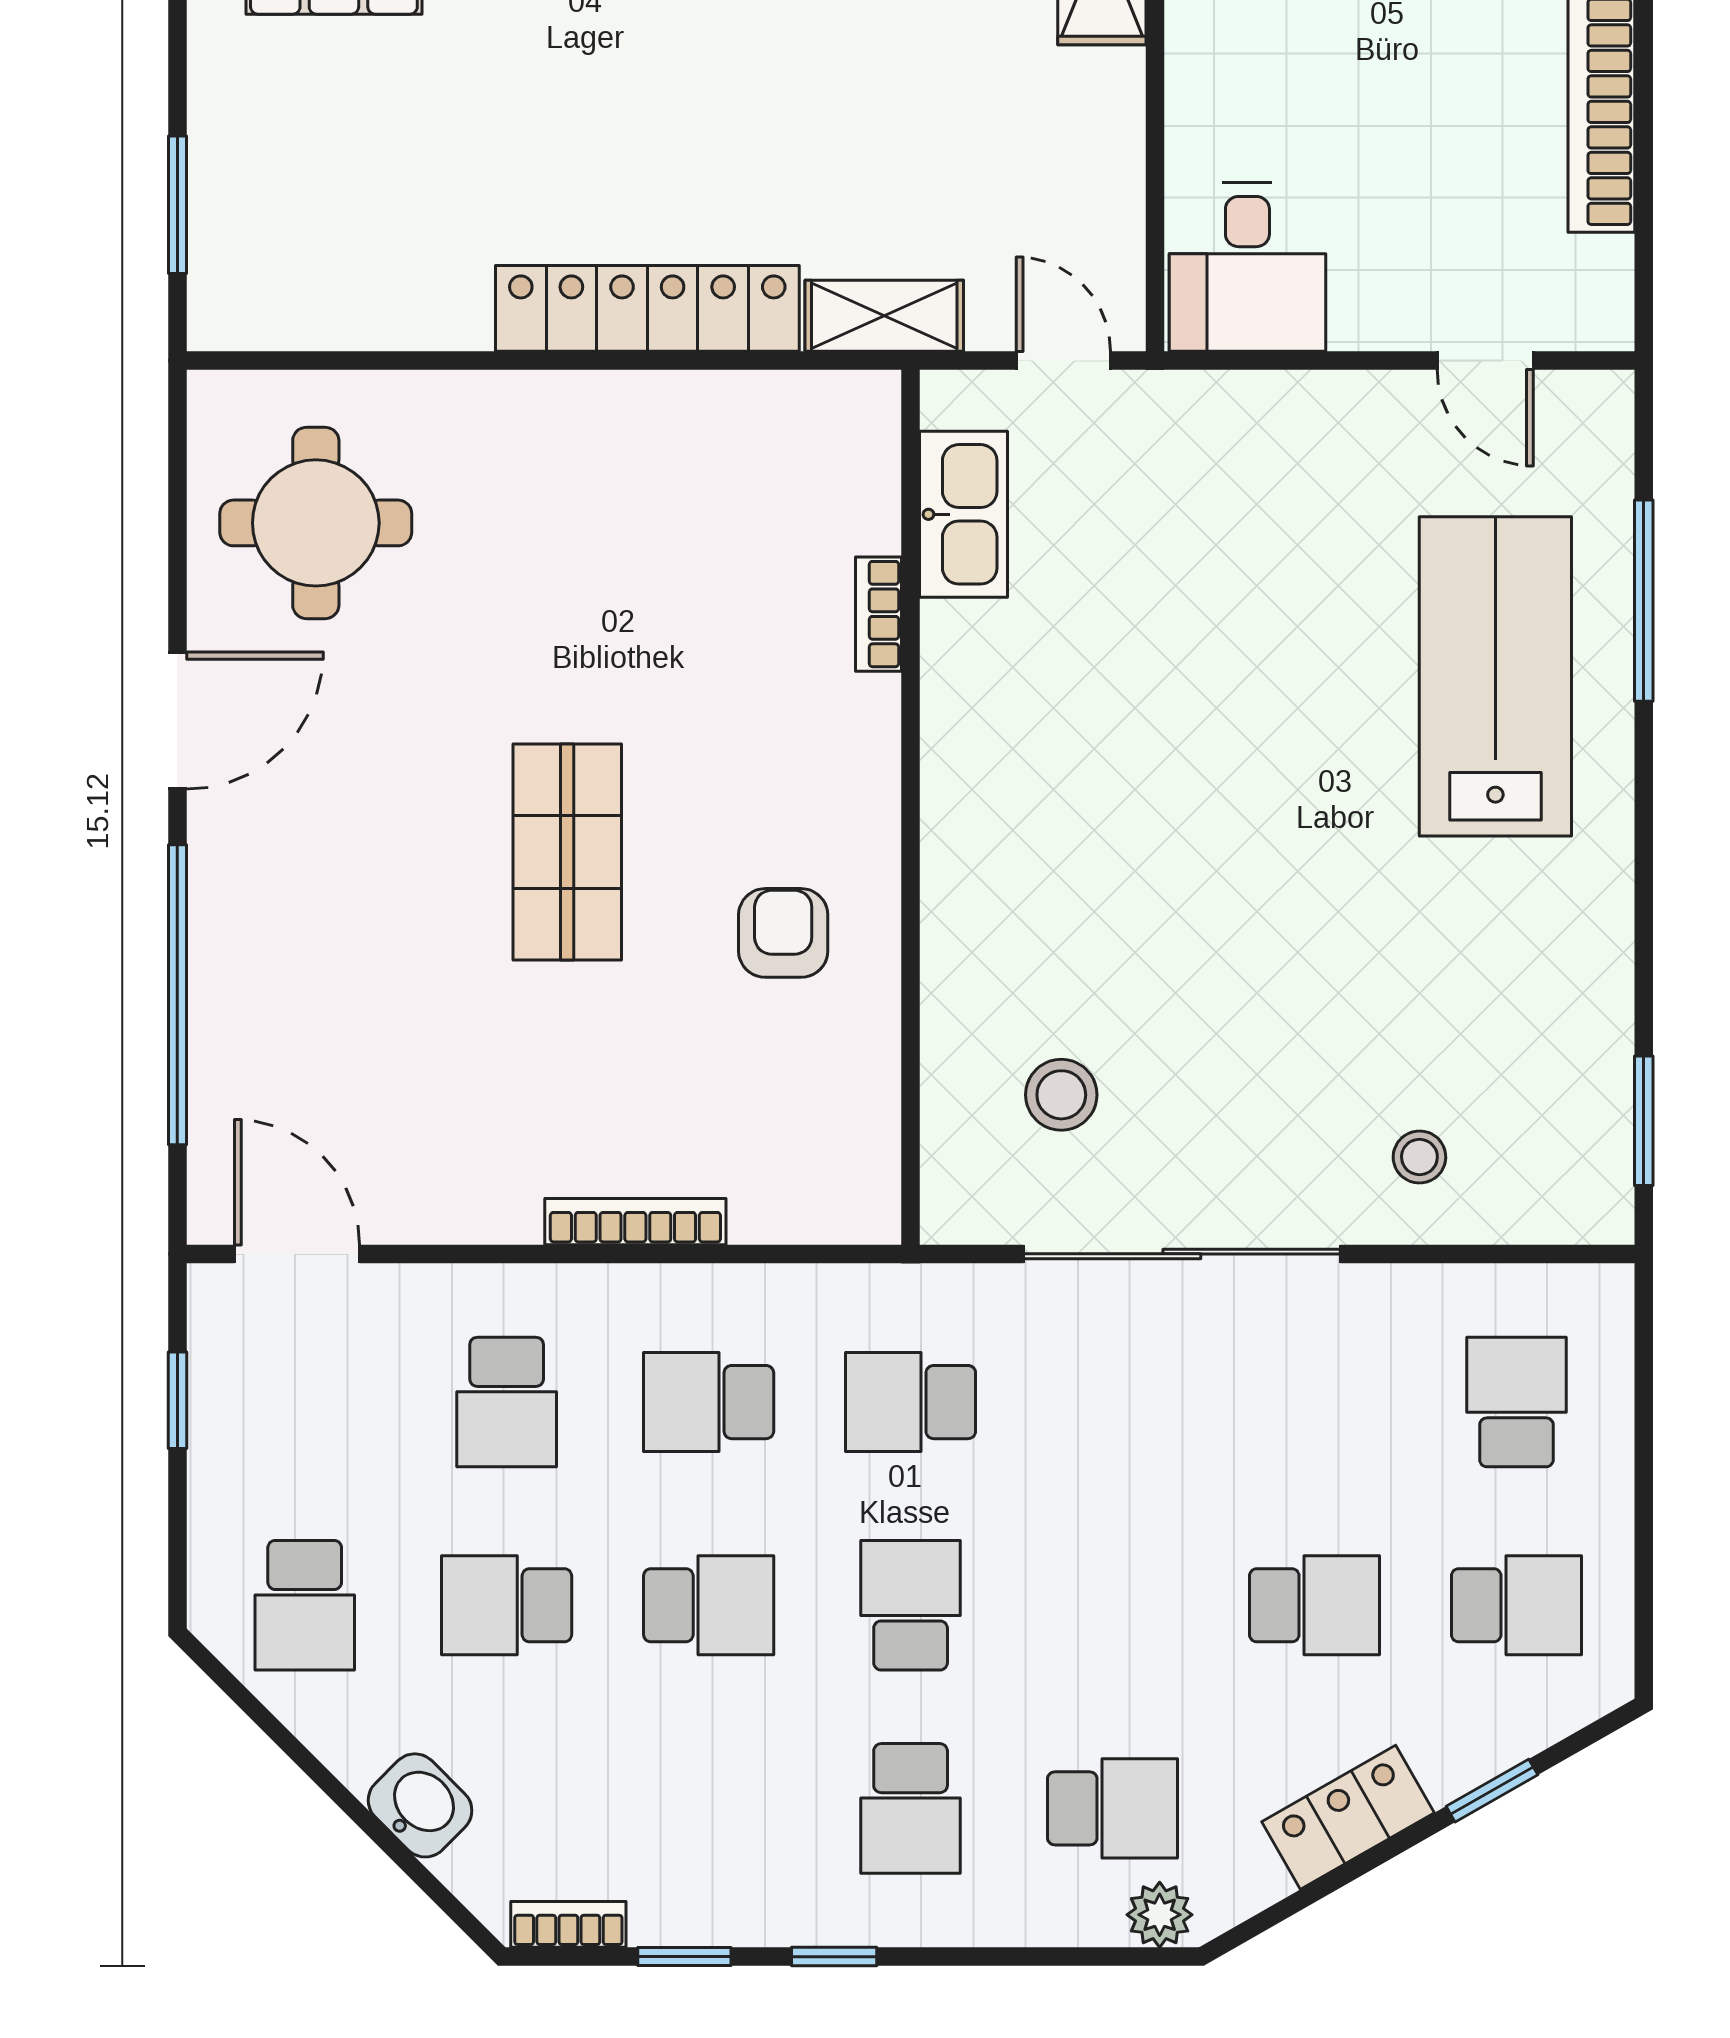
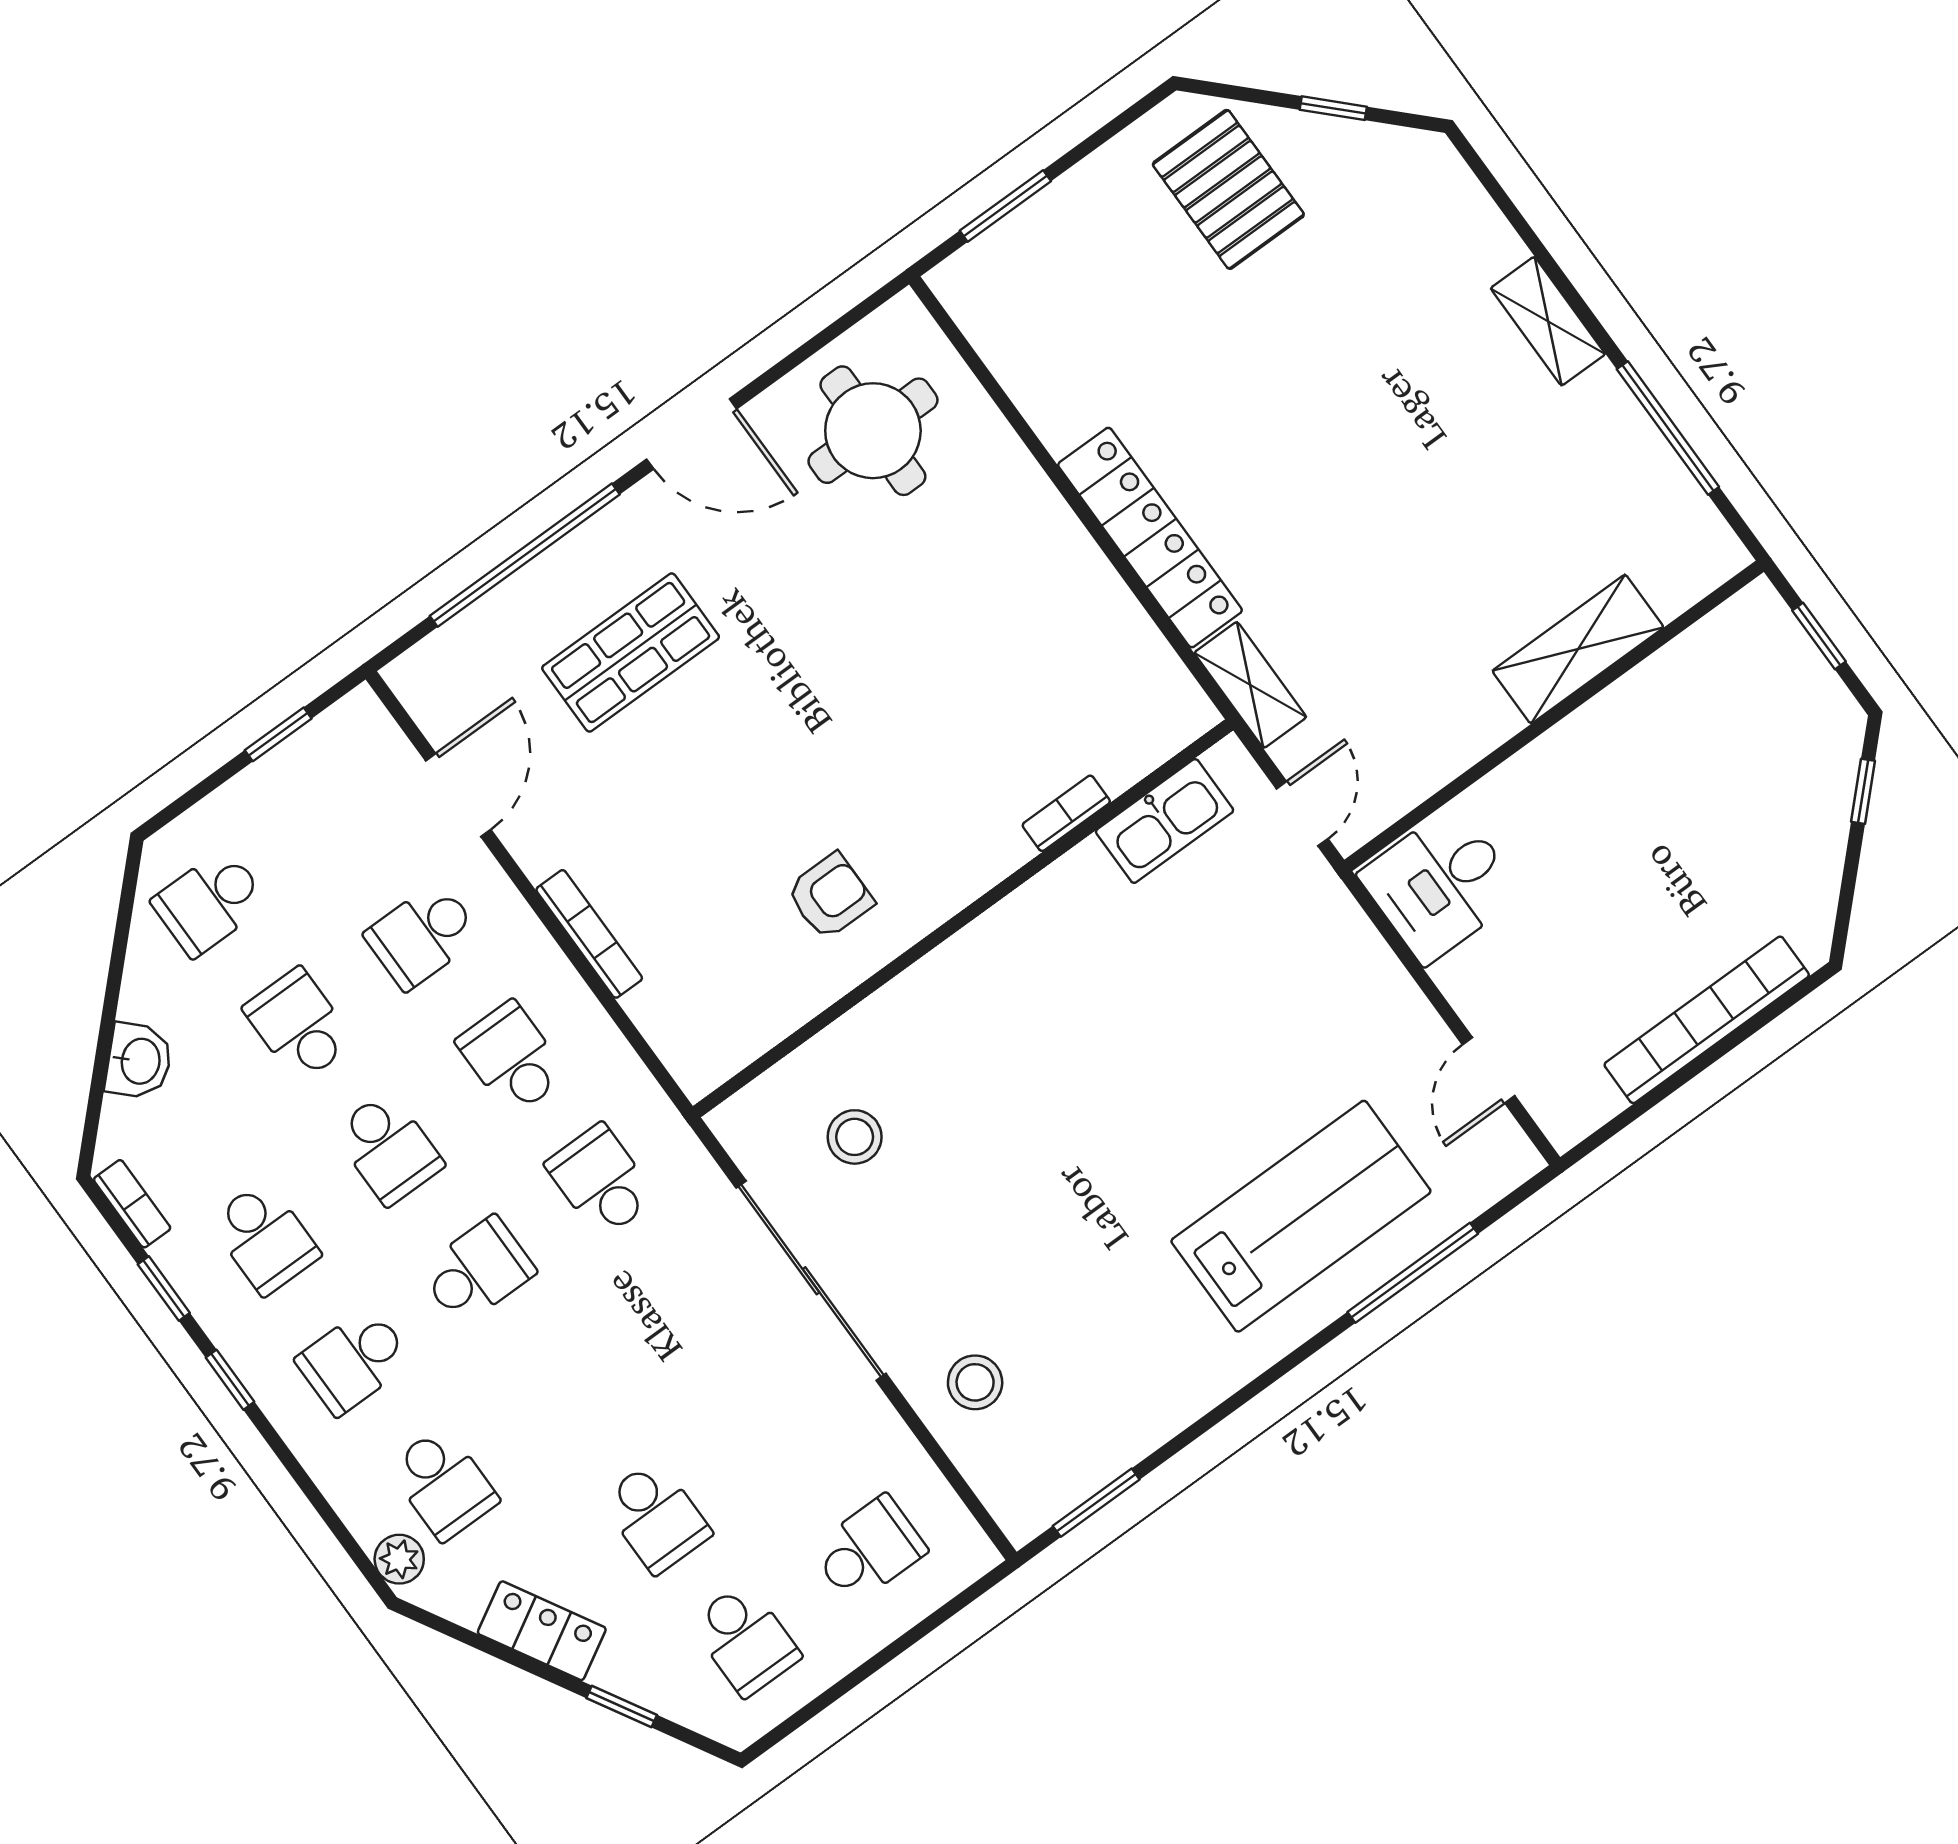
shop shelf: (567, 852) -> (631, 652), moved
stool: (1419, 1157) -> (975, 1382), width x1.37, depth x1.37
door: (297, 1254) -> (458, 795), moved
school desk: (709, 1808) -> (265, 1238), added

